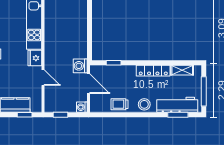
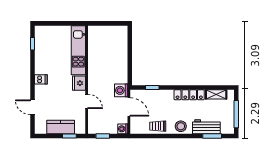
workbench: (177, 105) -> (206, 127), width x0.73

